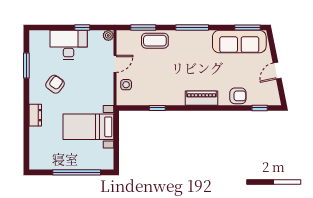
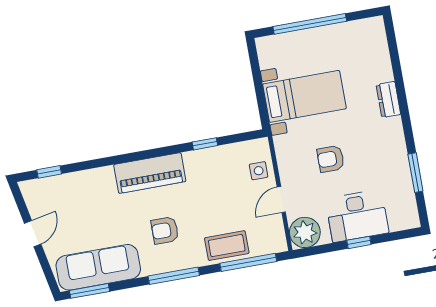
window: (82, 28) -> (359, 242), moved
window: (143, 28) -> (248, 262), width x1.44
plant: (108, 35) -> (305, 232), width x1.88, depth x1.88
armchair: (55, 84) -> (331, 159), moved, turned 54
armchair: (238, 96) -> (165, 230), moved
piano: (202, 98) -> (150, 173), width x1.37, depth x1.33

